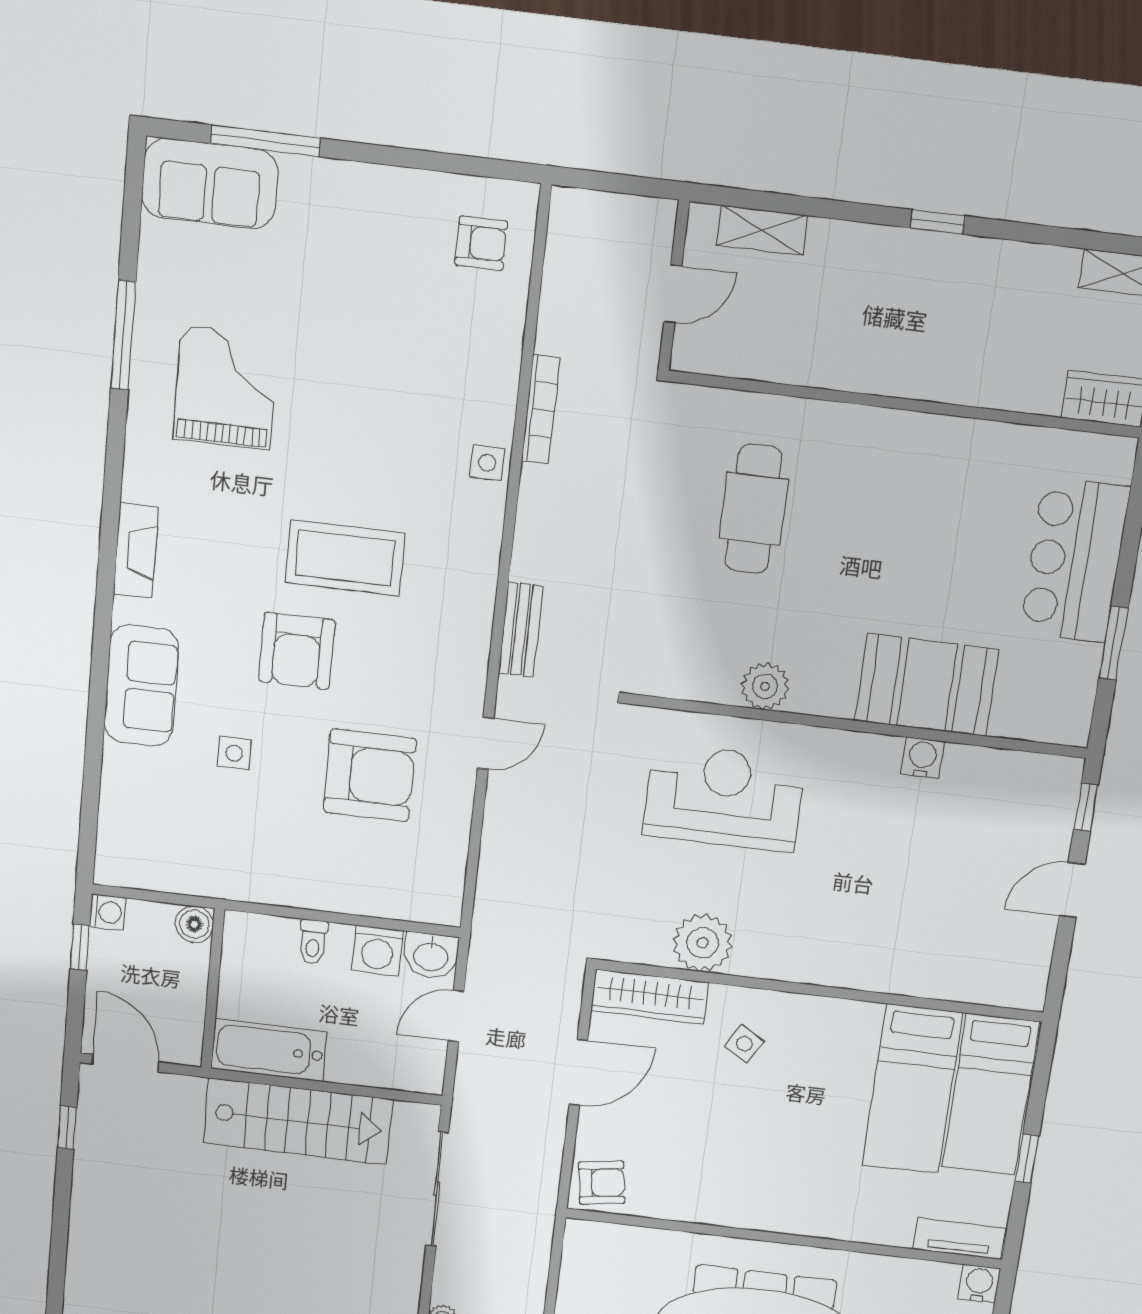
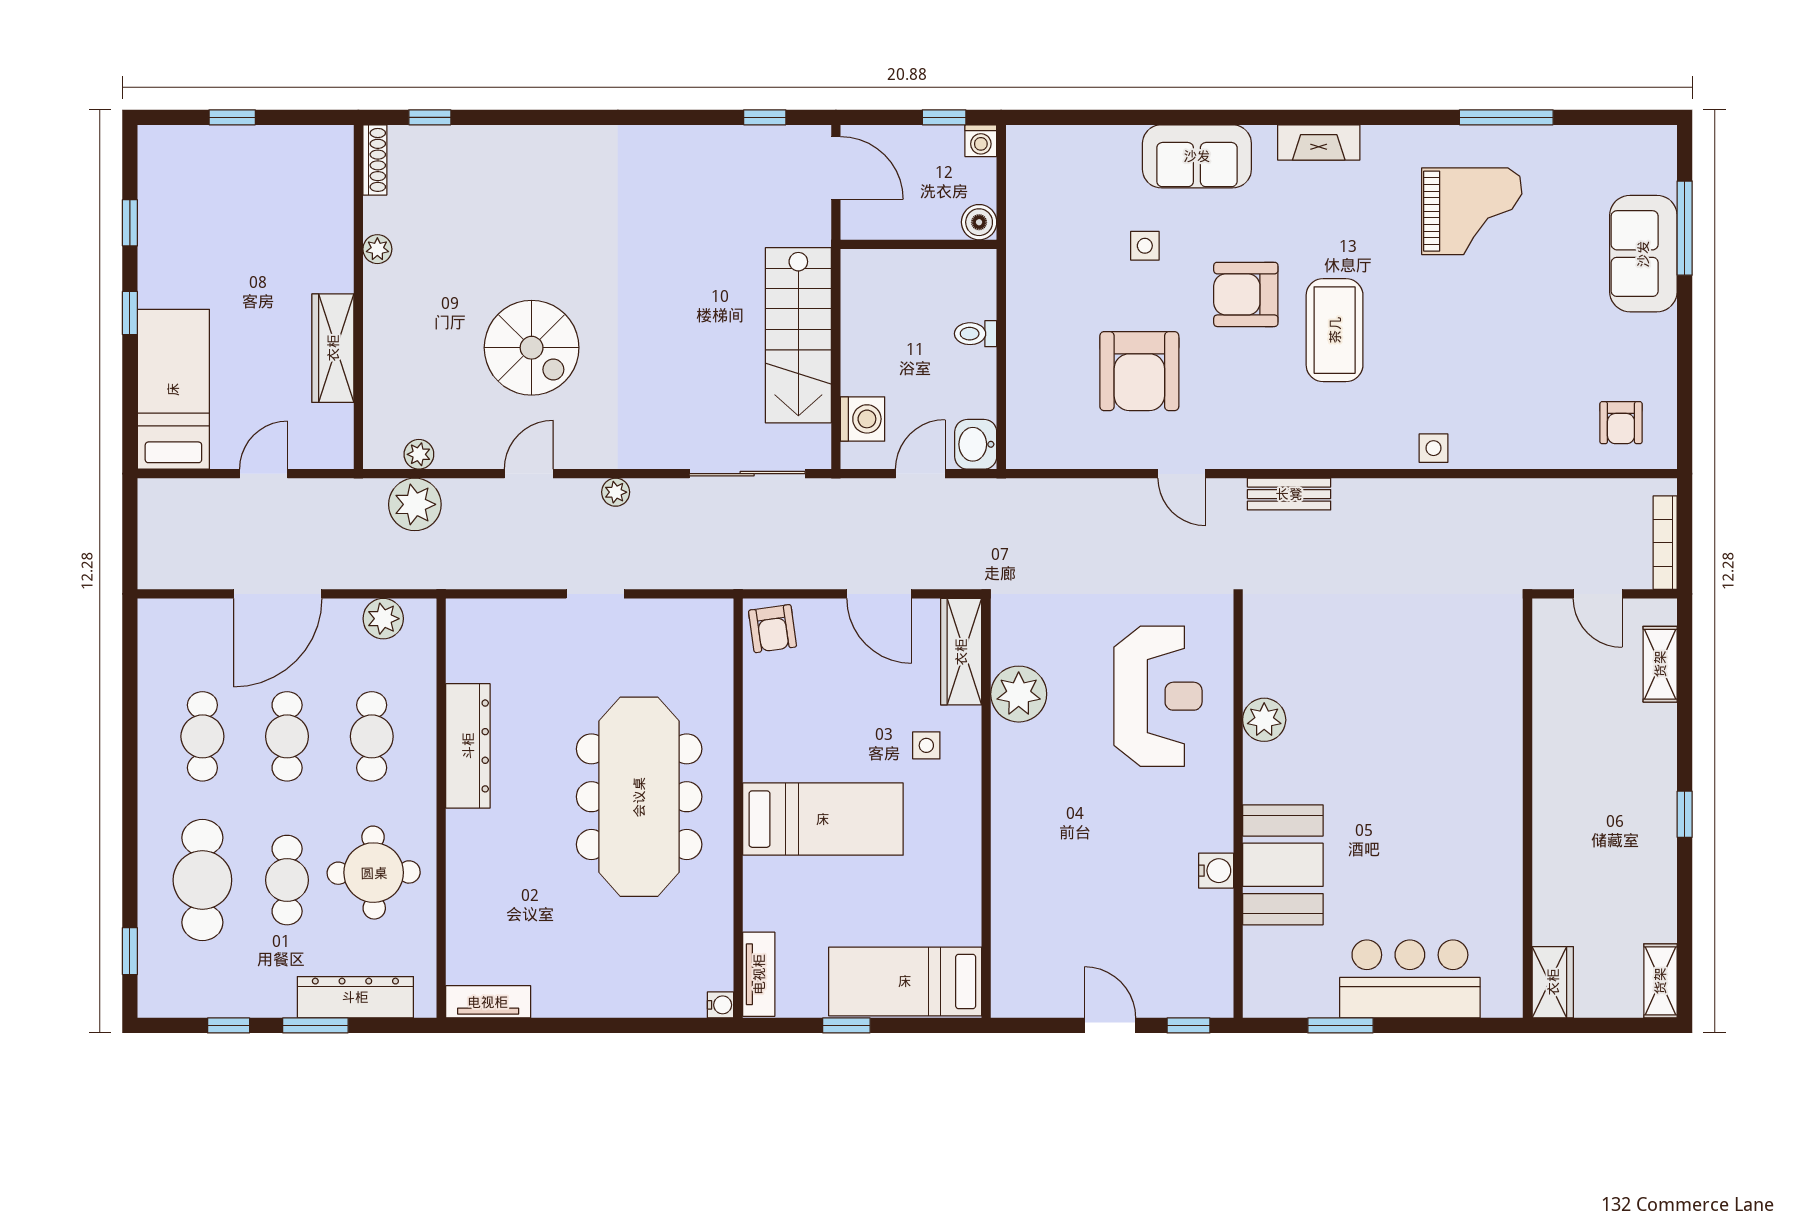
sofa: (210, 184) -> (1643, 254), moved
bookcase: (541, 409) -> (1665, 543), moved, turned 90
cafe table: (754, 509) -> (1421, 688), removed
washing machine: (378, 950) -> (863, 419), moved, turned 180
door: (456, 1016) -> (920, 474), hinge flipped
side table: (744, 1044) -> (926, 745), turned -31
bathtub: (269, 1050) -> (865, 302), removed
door: (125, 1063) -> (836, 168), hinge flipped
bed: (912, 1089) -> (823, 819), moved, turned 180
water cooler: (979, 1284) -> (721, 1005), width x0.72, depth x0.72

